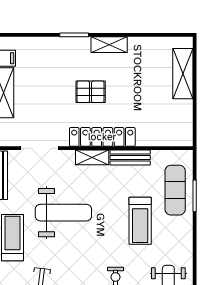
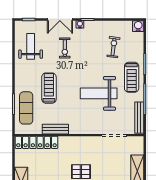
locker: (102, 137) -> (36, 142), moved
shelving: (92, 157) -> (80, 129), removed

